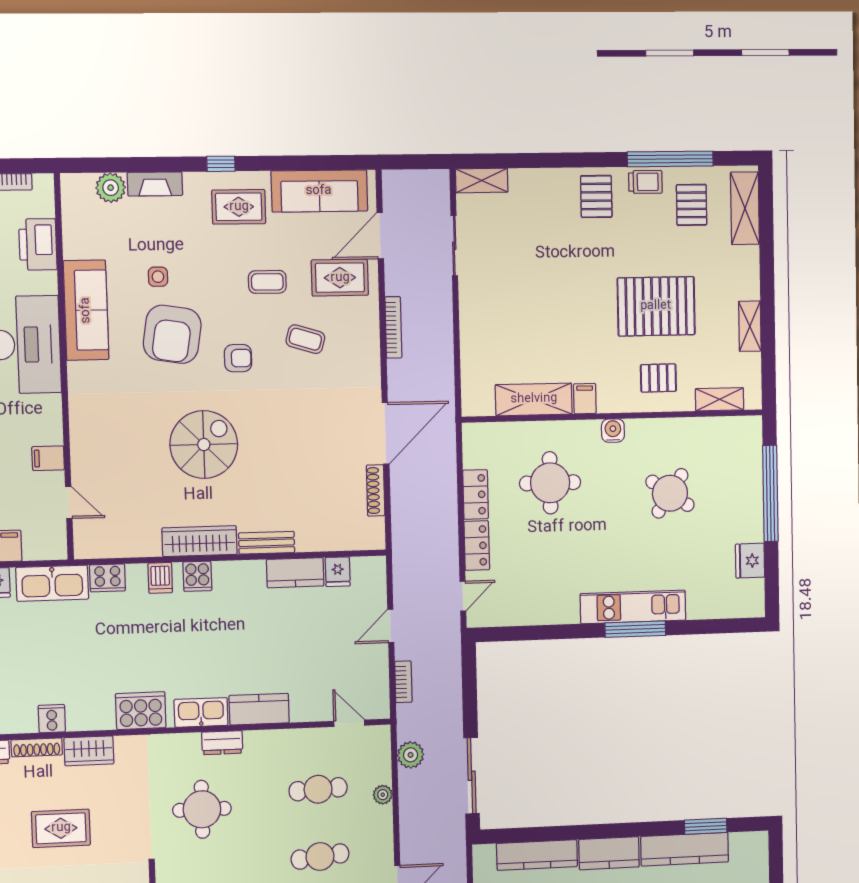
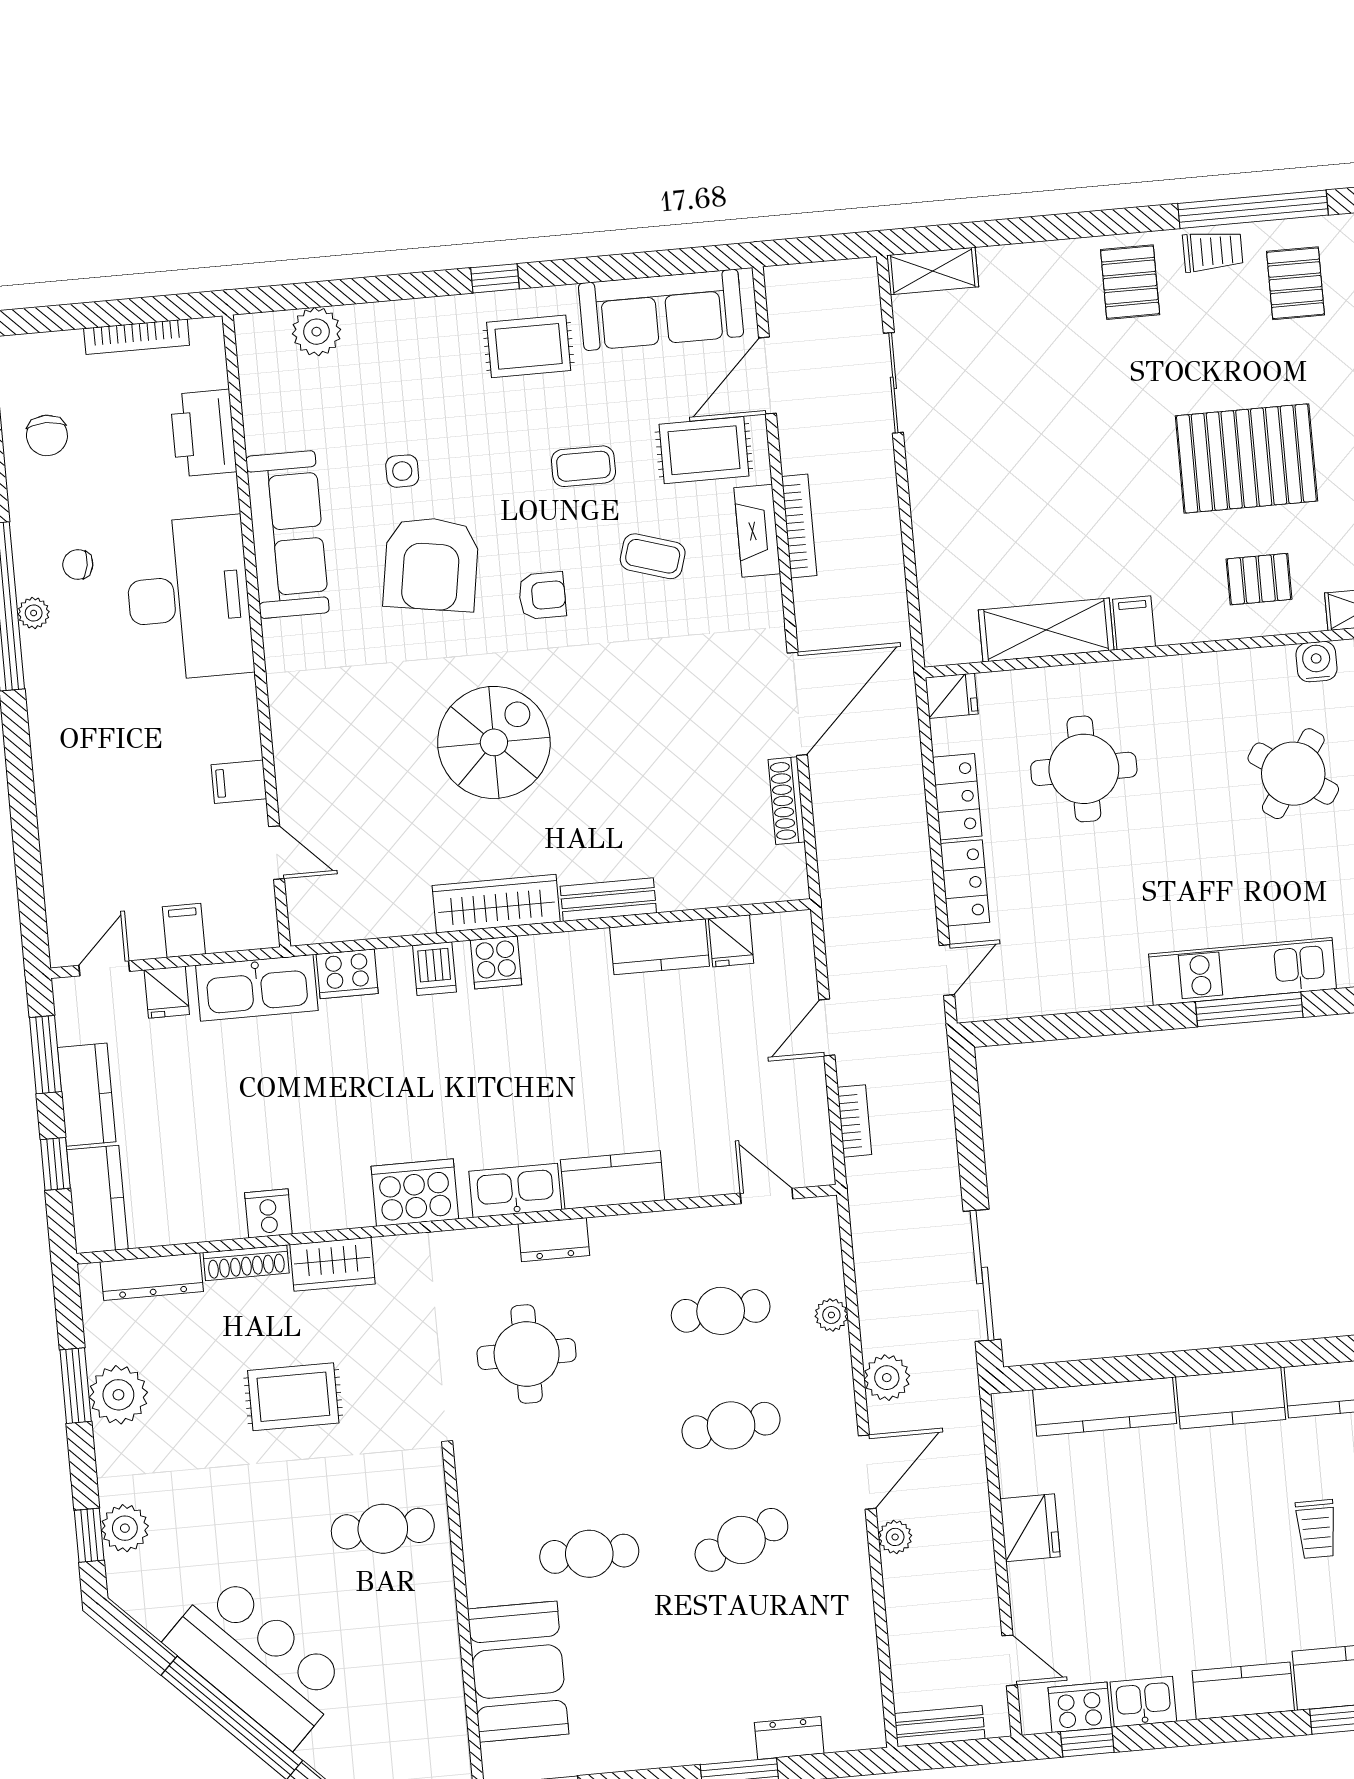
fireplace: (155, 184) -> (757, 531), moved, turned 90
water cooler: (613, 431) -> (1316, 662), moved
fridge: (476, 435) -> (952, 696), added
plant: (411, 755) -> (887, 1378), moved

